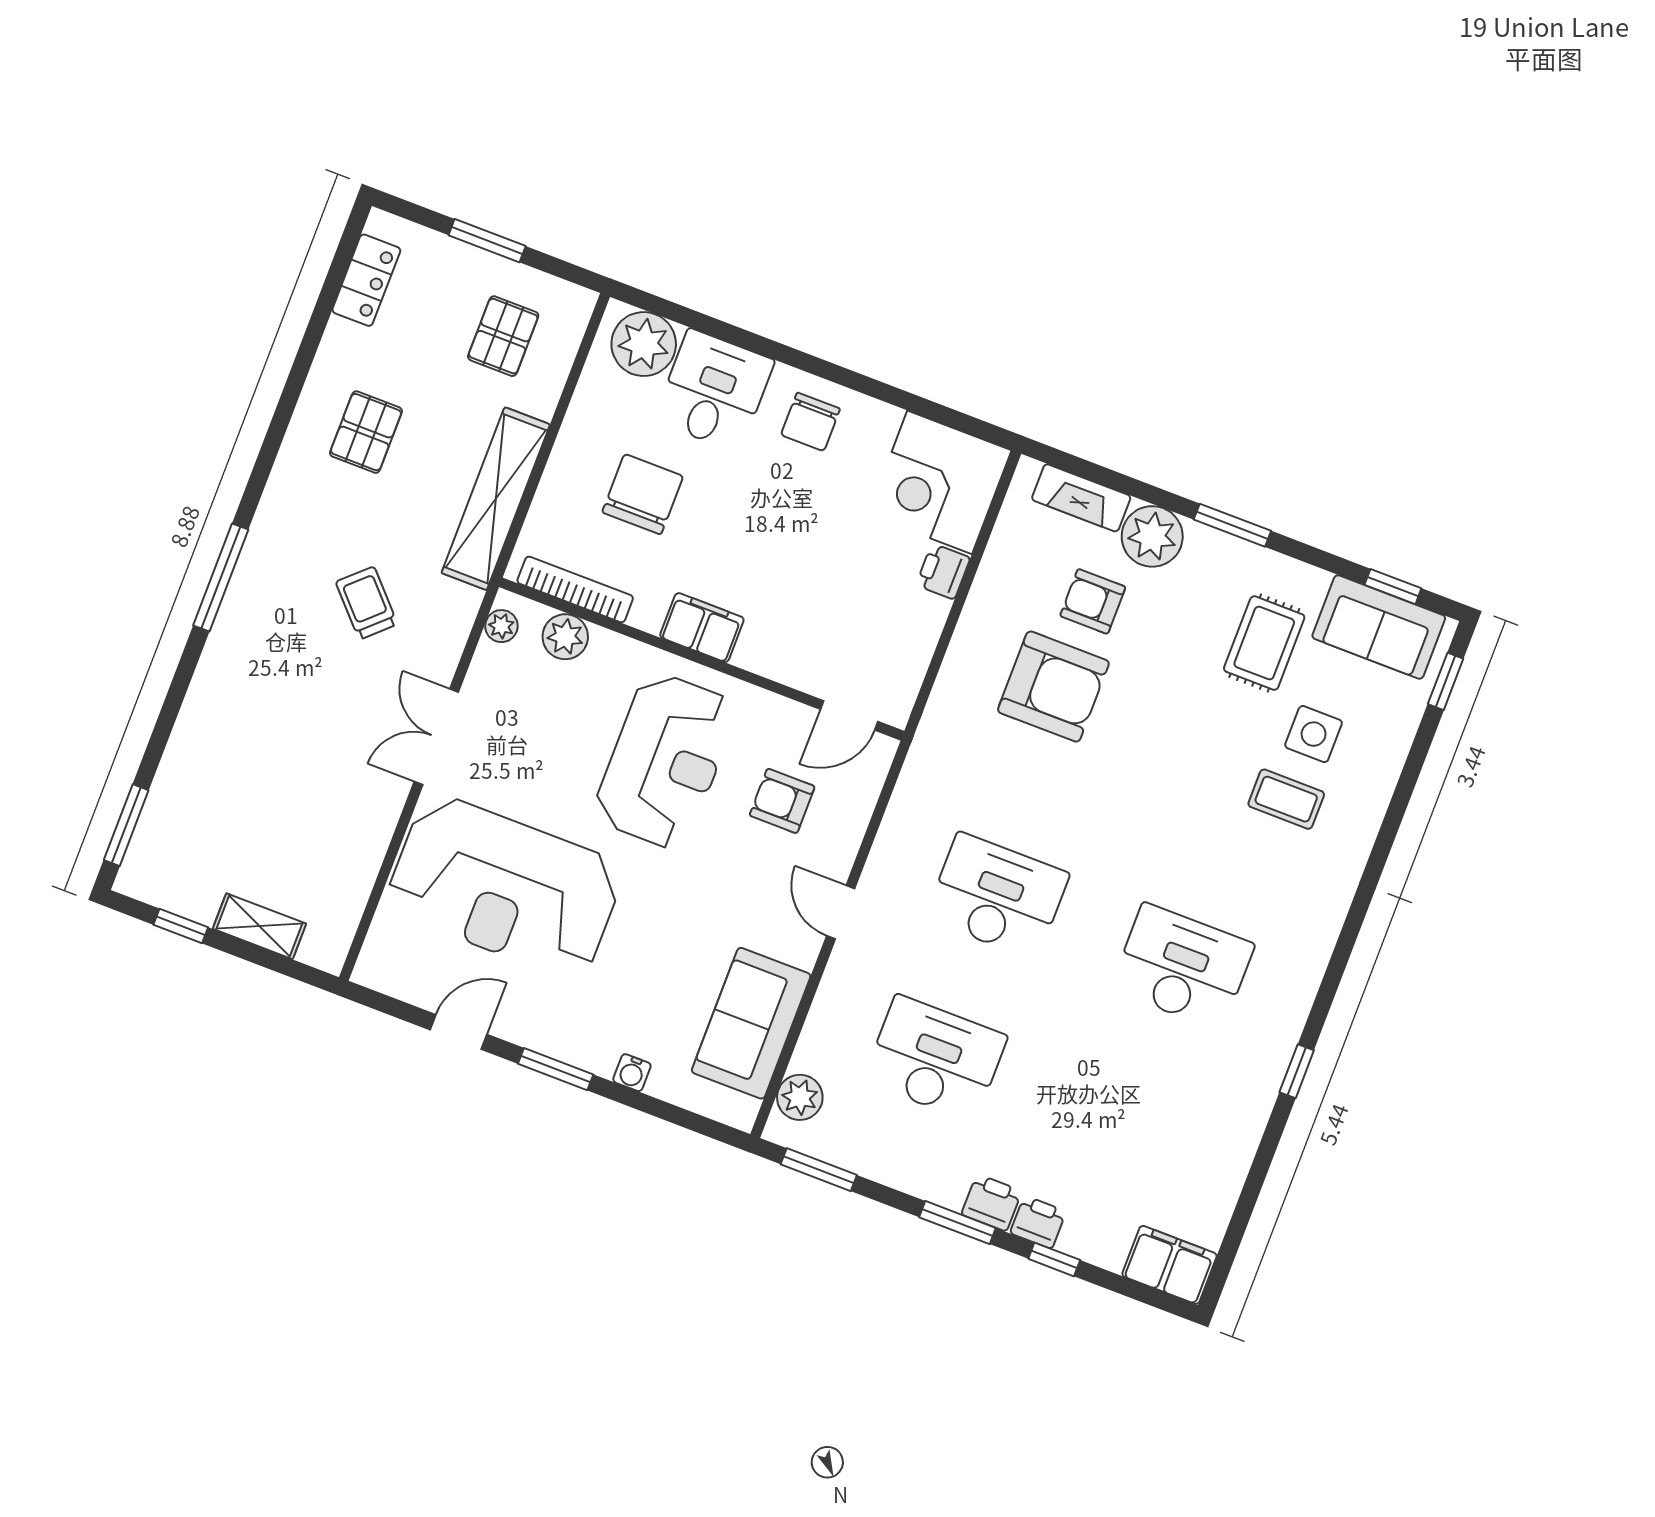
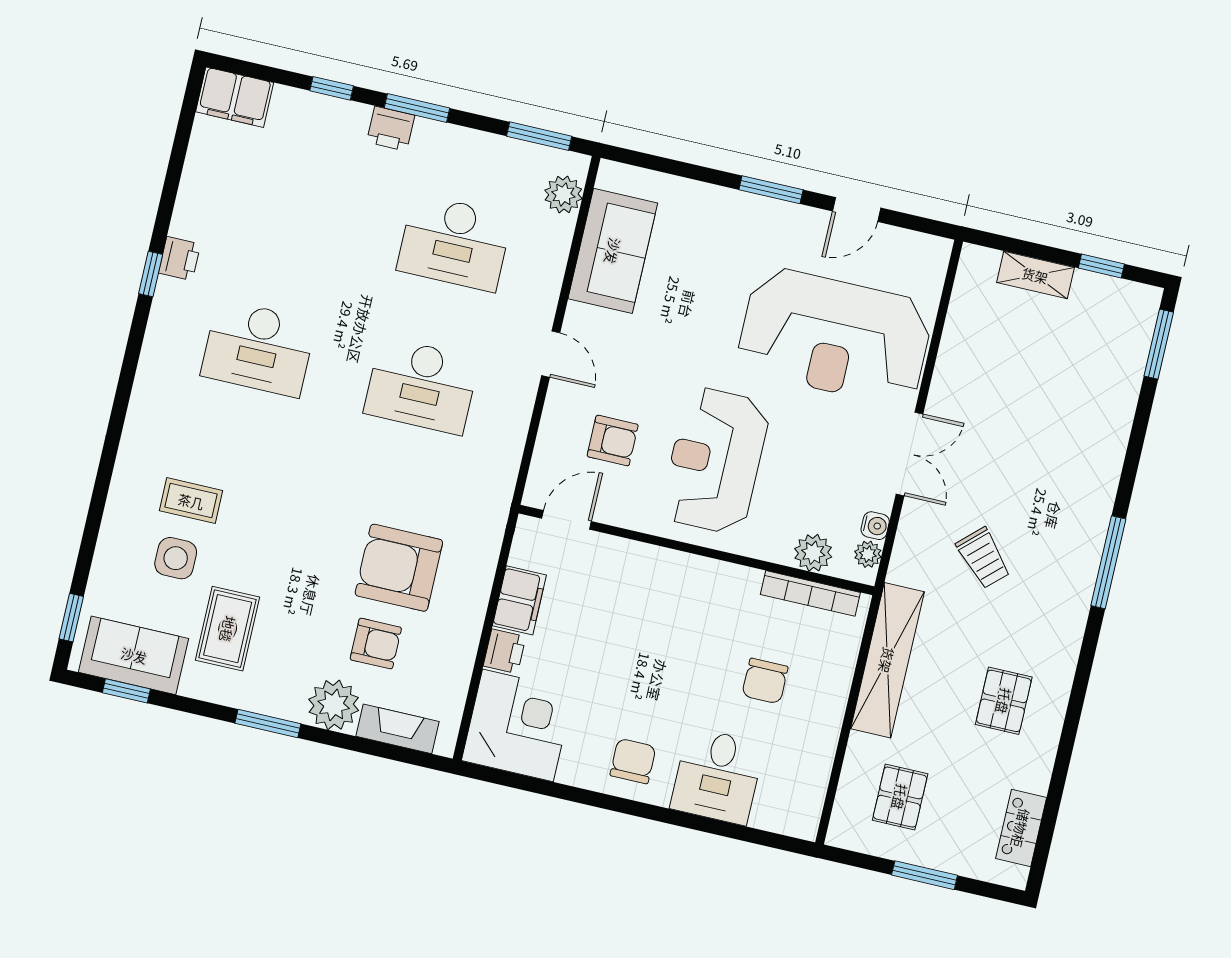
plant: (644, 344) -> (782, 807), removed
chair: (643, 494) -> (765, 681), width x0.73, depth x0.73
filing cabinet: (702, 628) -> (519, 600), moved, turned -90
reception desk: (505, 887) -> (835, 336), turned 180
water cooler: (632, 1073) -> (875, 526), moved, turned 90
printer: (1038, 1222) -> (180, 259), moved, turned -90

